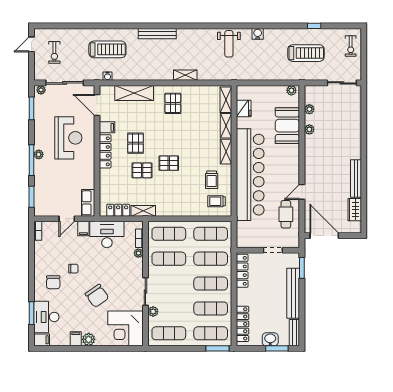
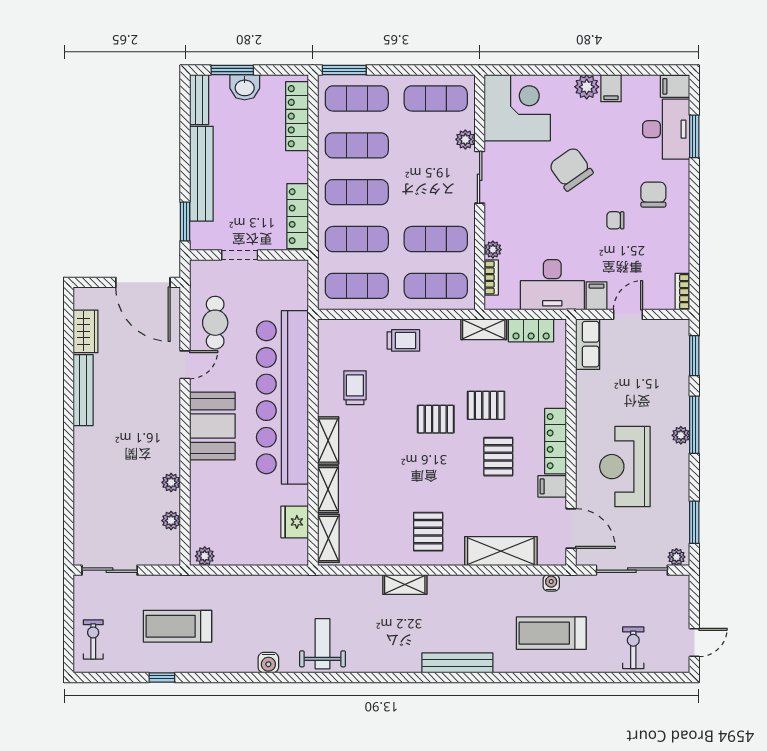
exercise bike: (54, 52) -> (633, 648), moved
booth: (287, 126) -> (212, 426), moved
trolley: (217, 201) -> (403, 340), moved

